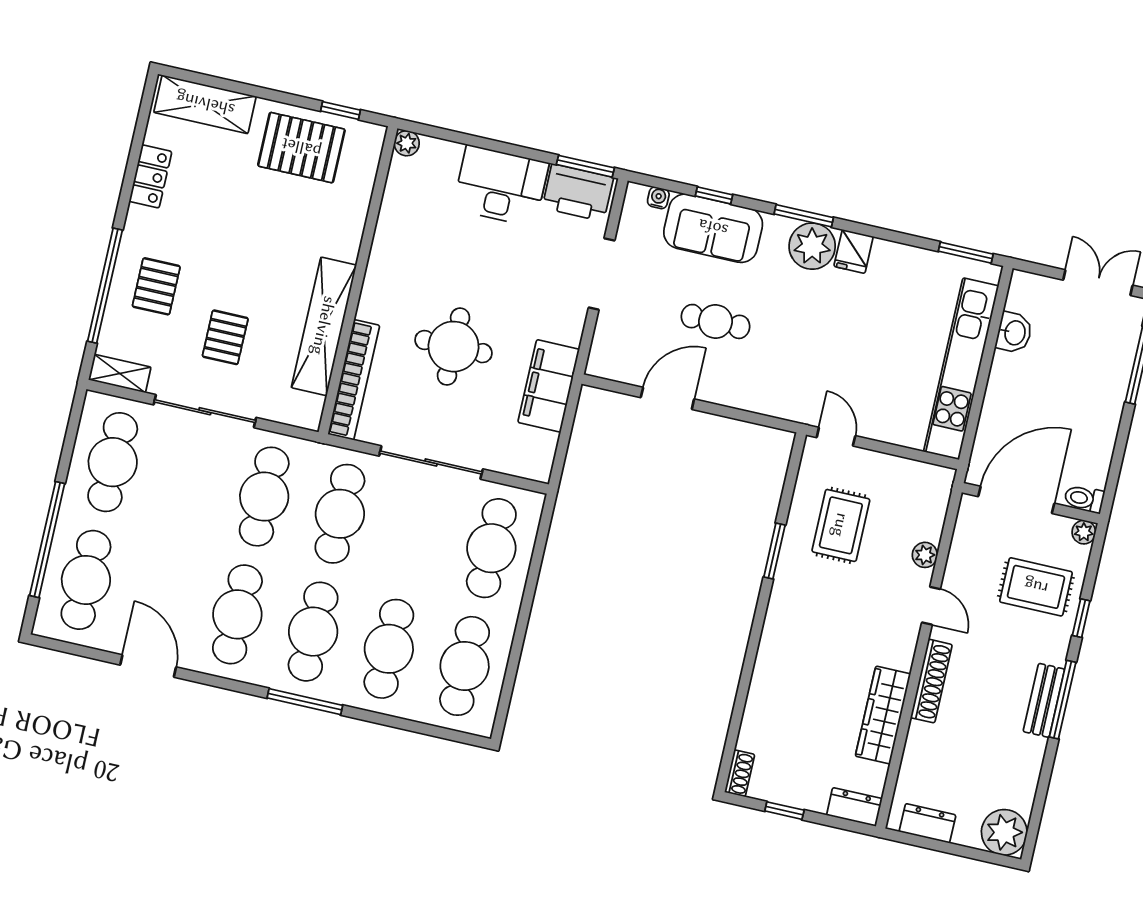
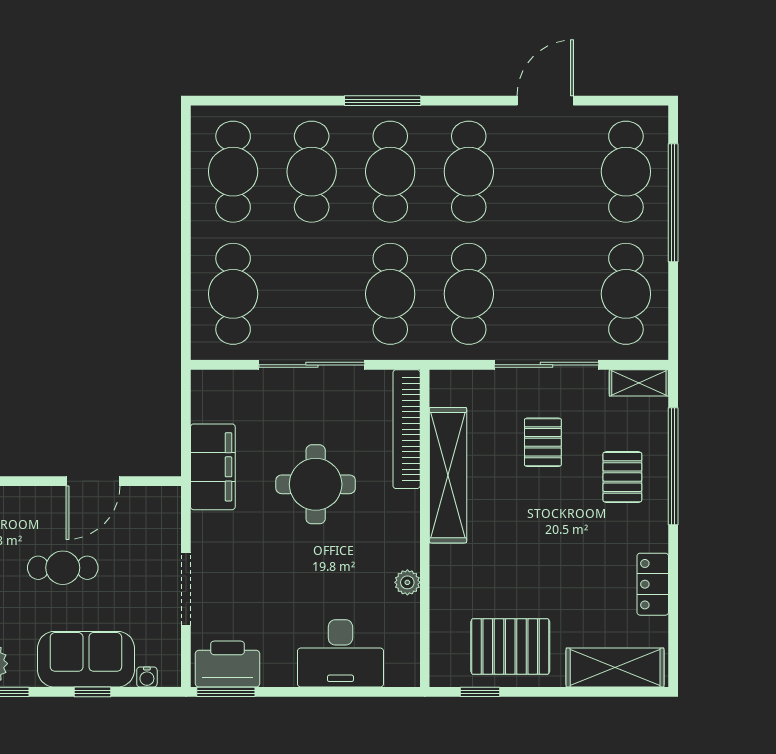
plant: (407, 143) -> (407, 582), moved
desk: (501, 186) -> (340, 653), moved
door: (148, 666) -> (545, 101), swing flipped

